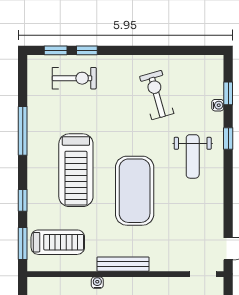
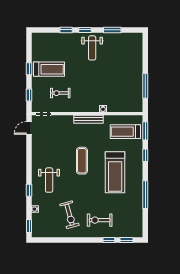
exercise bike: (74, 78) -> (100, 220), moved
window: (228, 93) -> (29, 226), moved
weight bench: (193, 156) -> (49, 180), turned 180
treadmill: (76, 170) -> (115, 172), turned 180
exercise mat: (135, 191) -> (82, 161), width x0.50, depth x0.69

